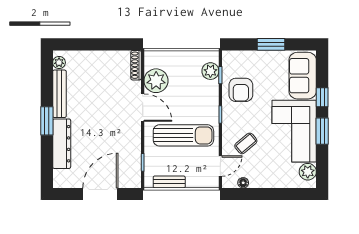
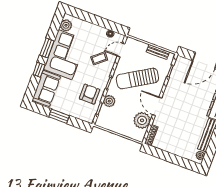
plant: (210, 71) -> (109, 101), moved
sun lounger: (183, 135) -> (137, 79), turned -31

